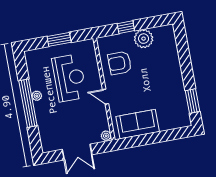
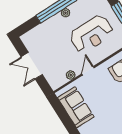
plant: (106, 136) -> (71, 75), moved

